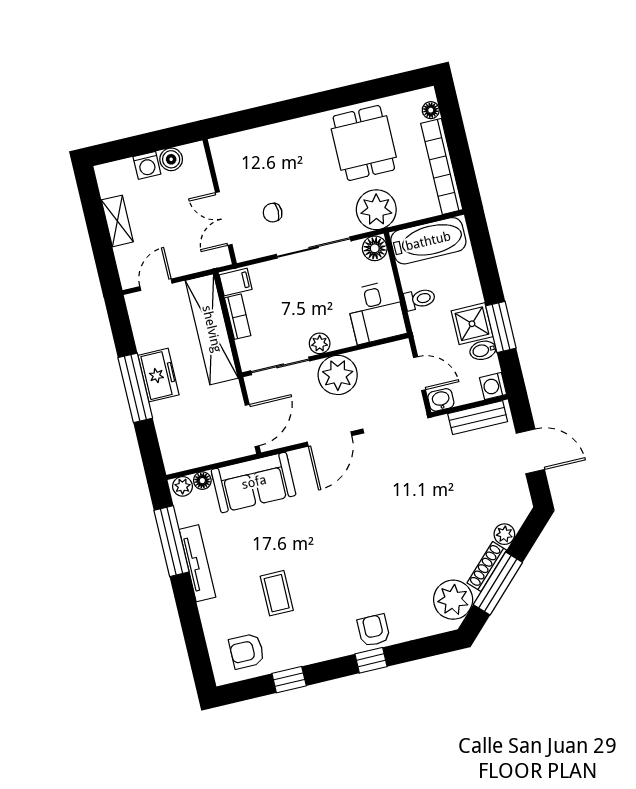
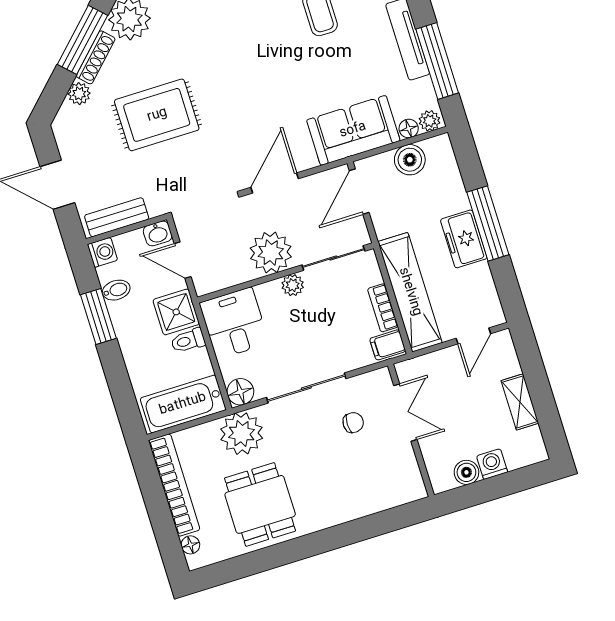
shower: (472, 324) -> (176, 312), moved
boiler: (203, 452) -> (410, 160), added
rug: (434, 509) -> (157, 115), added

